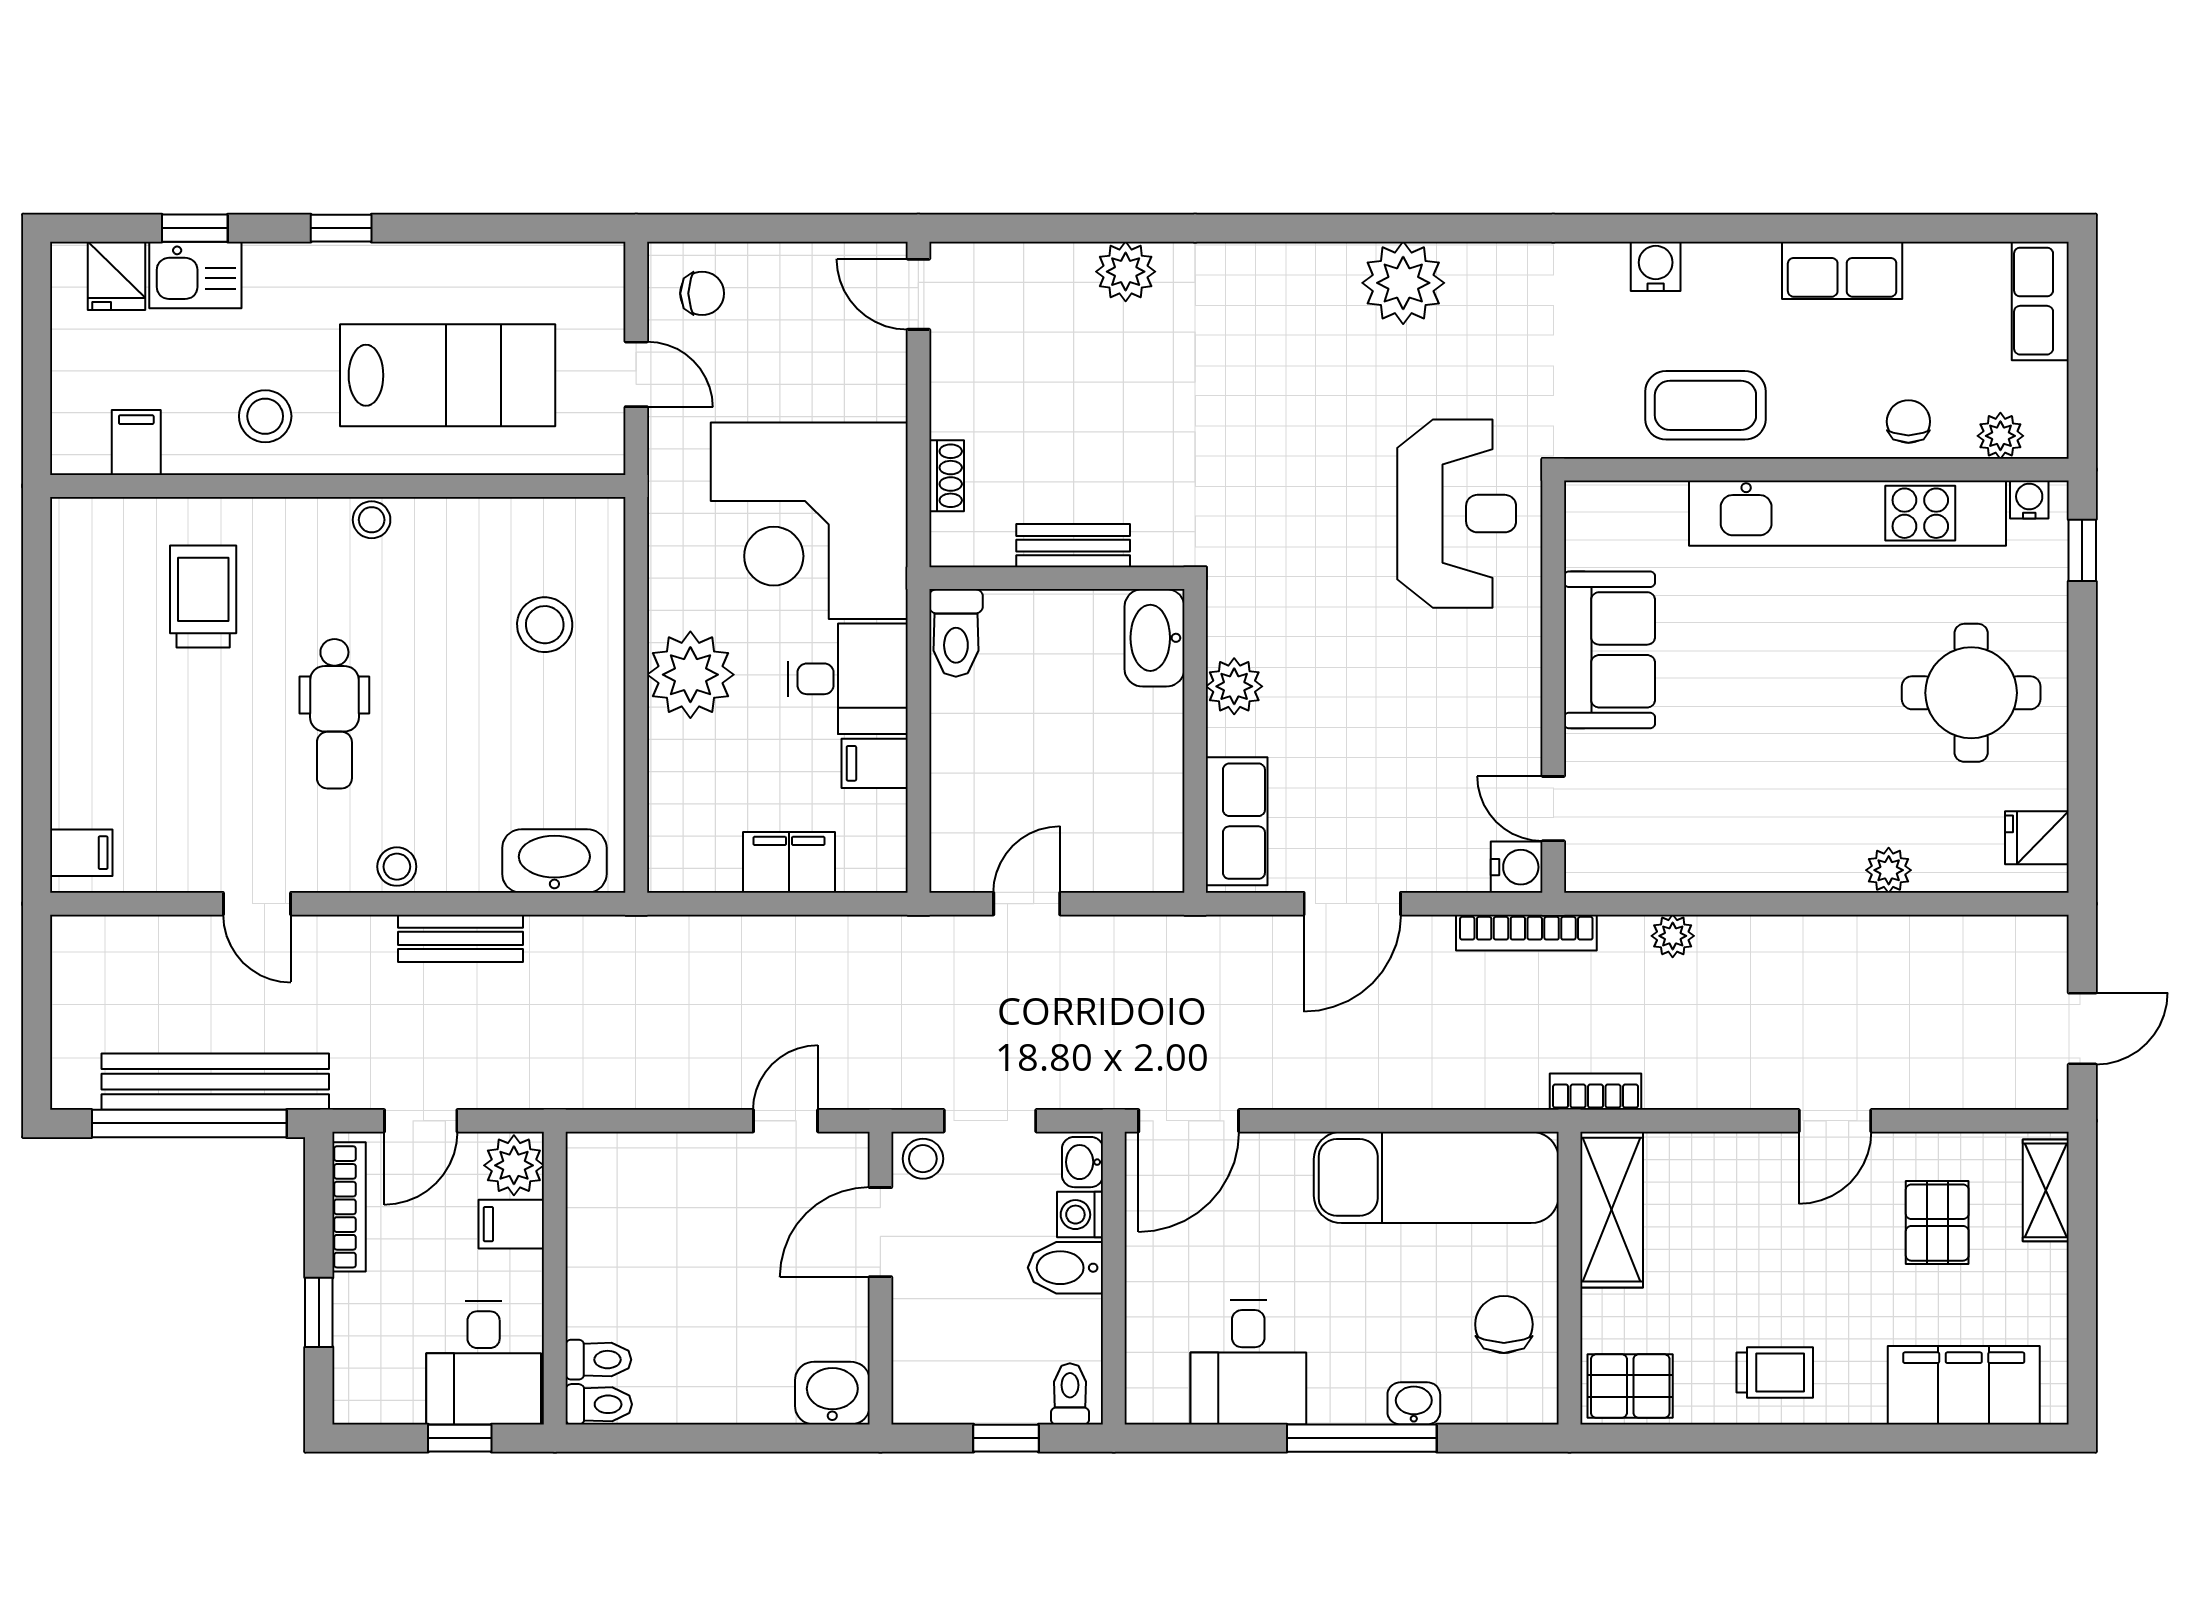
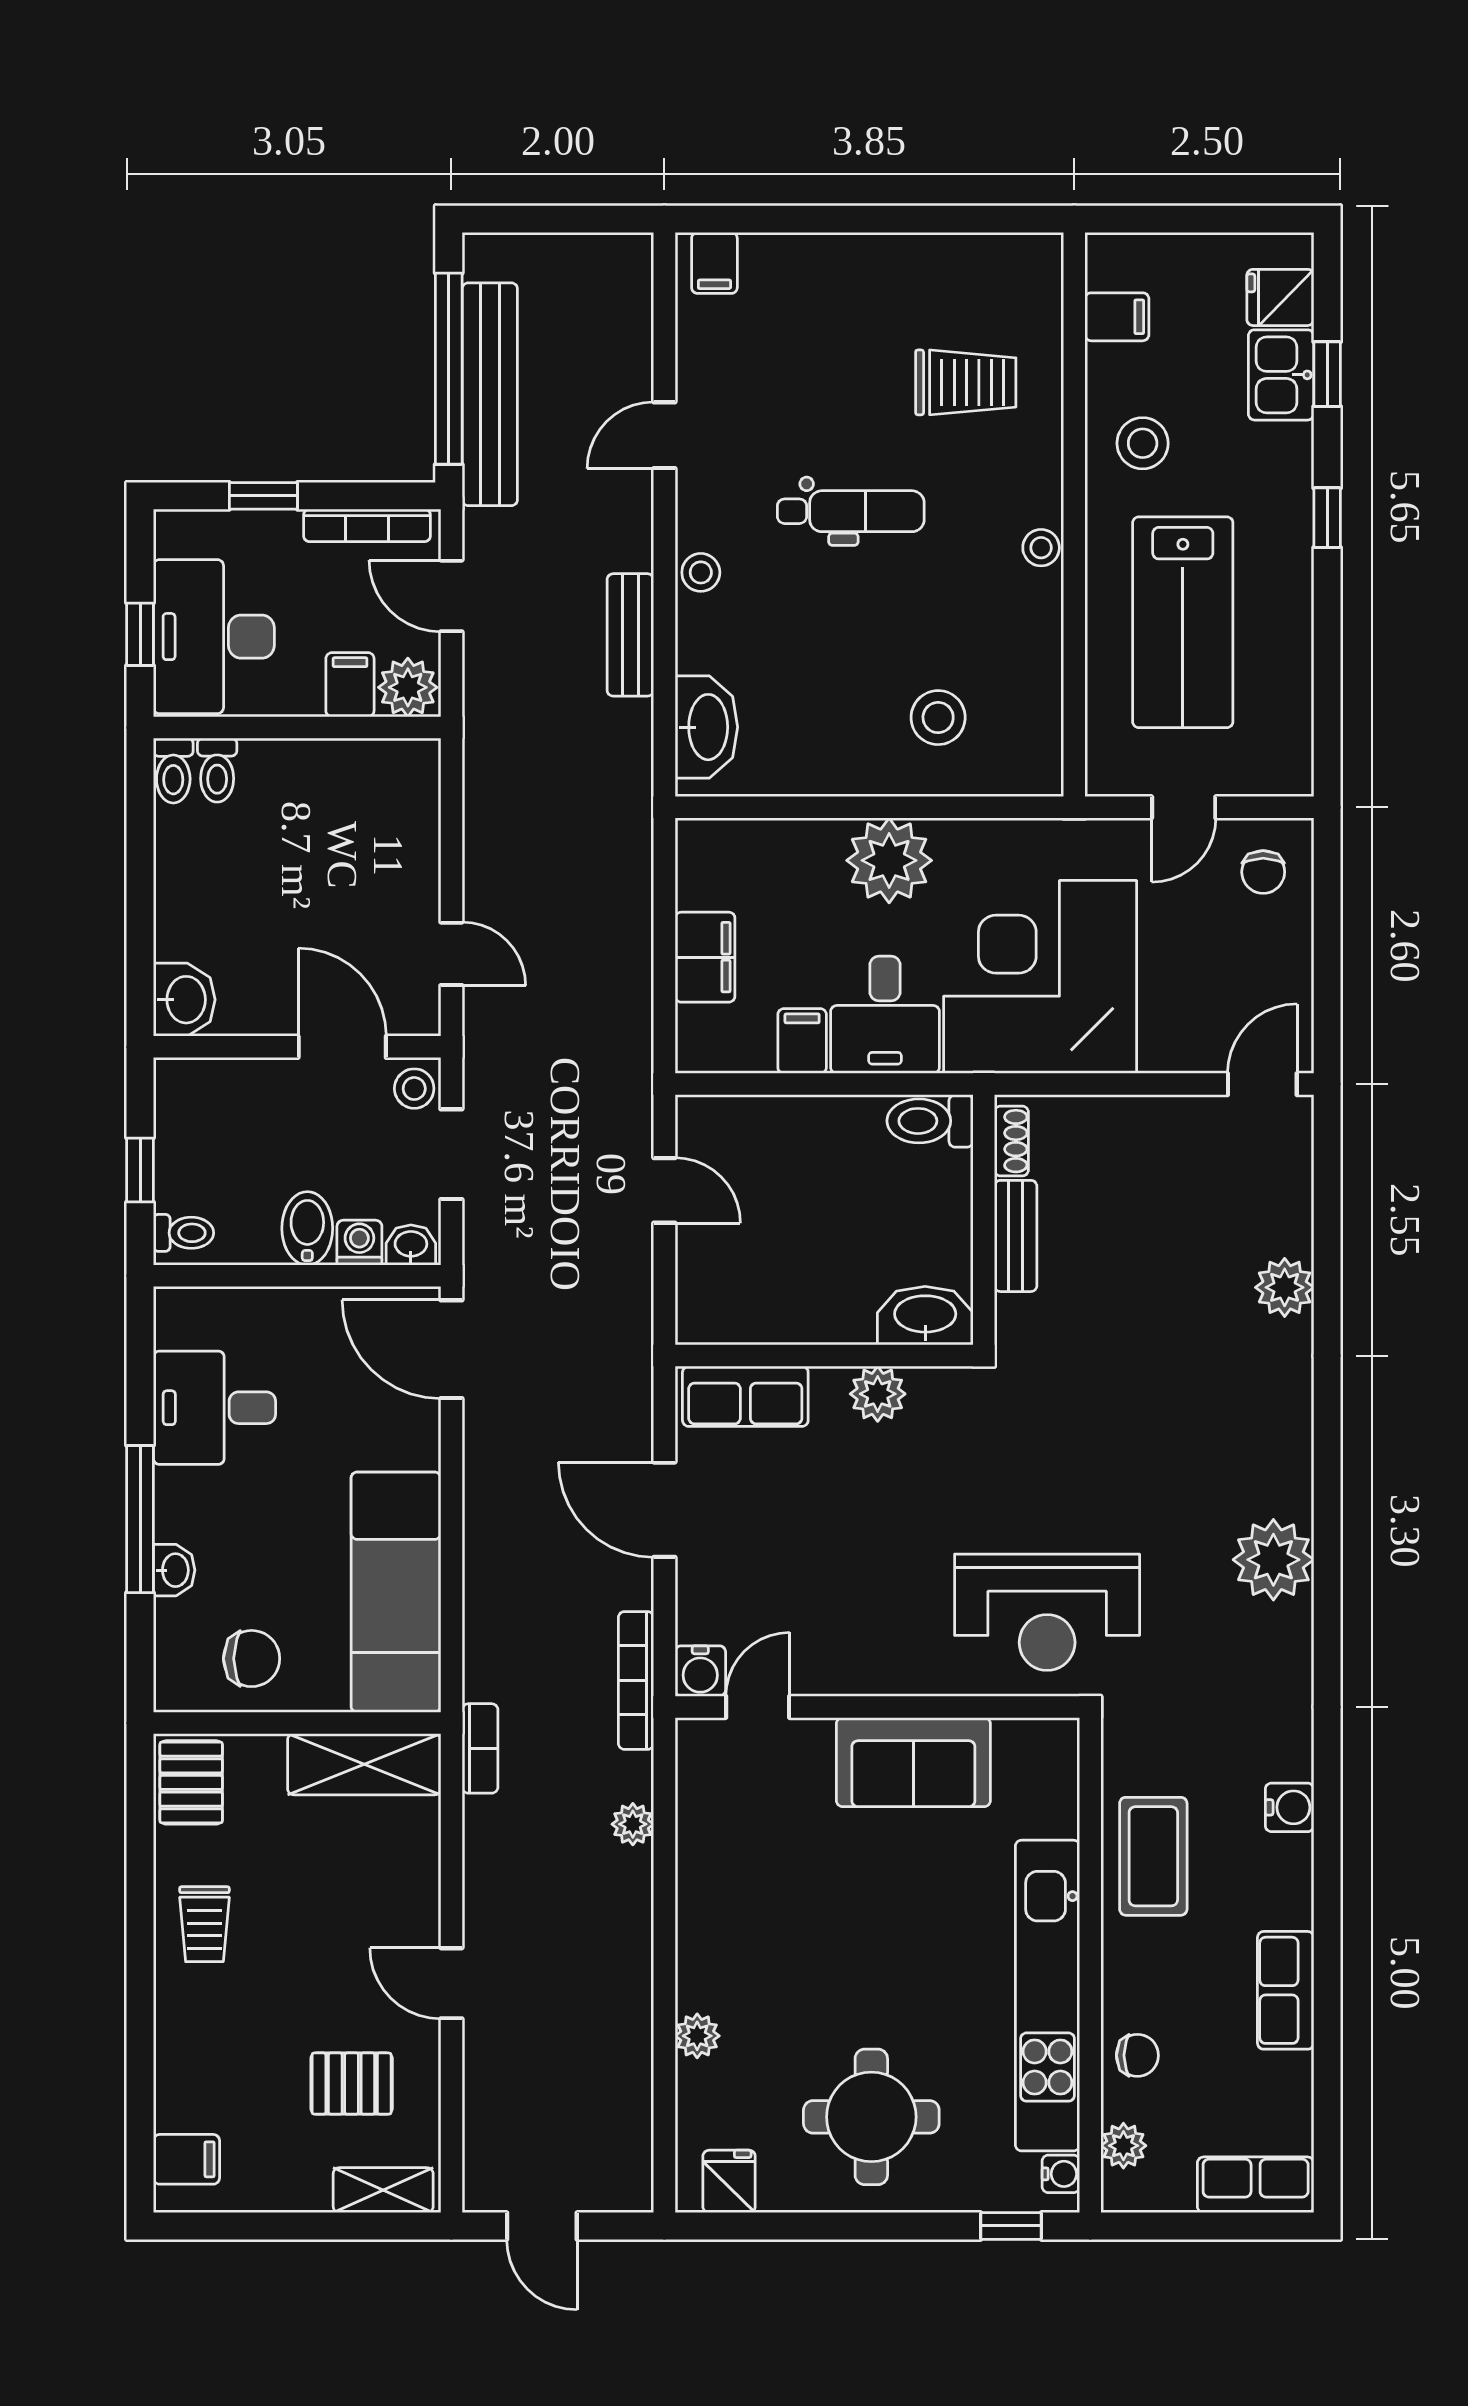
shoe rack: (947, 476) -> (1011, 1141), moved, turned -90
dental chair: (334, 714) -> (851, 511), turned 180
desk: (484, 1363) -> (214, 637), width x1.37
filing cabinet: (1964, 1385) -> (186, 2159), width x0.33, depth x0.86

